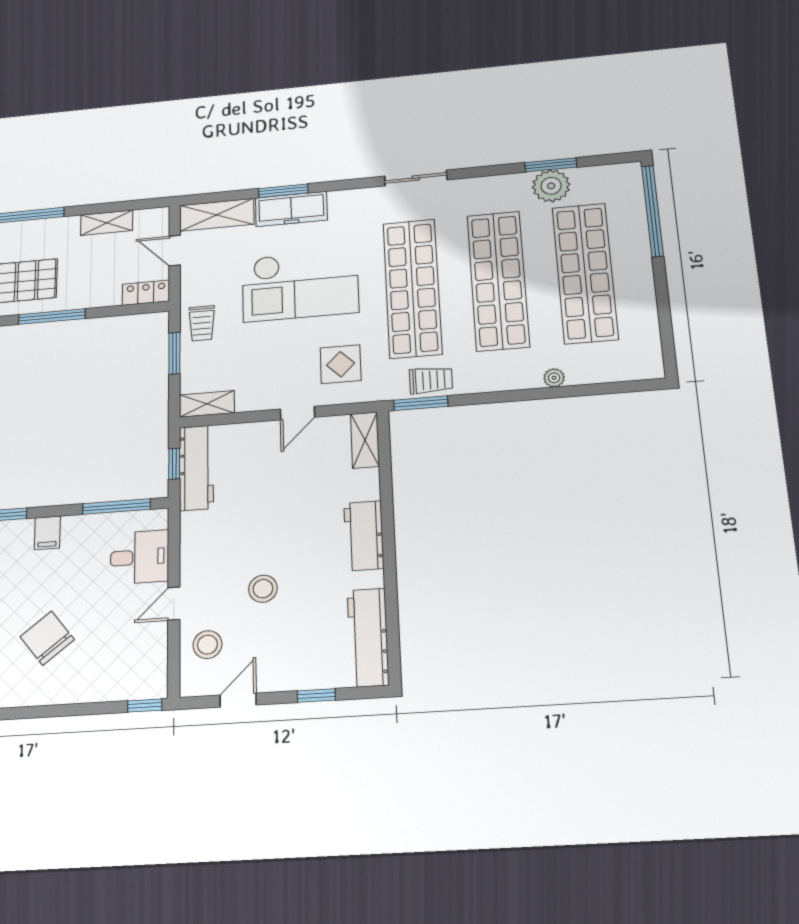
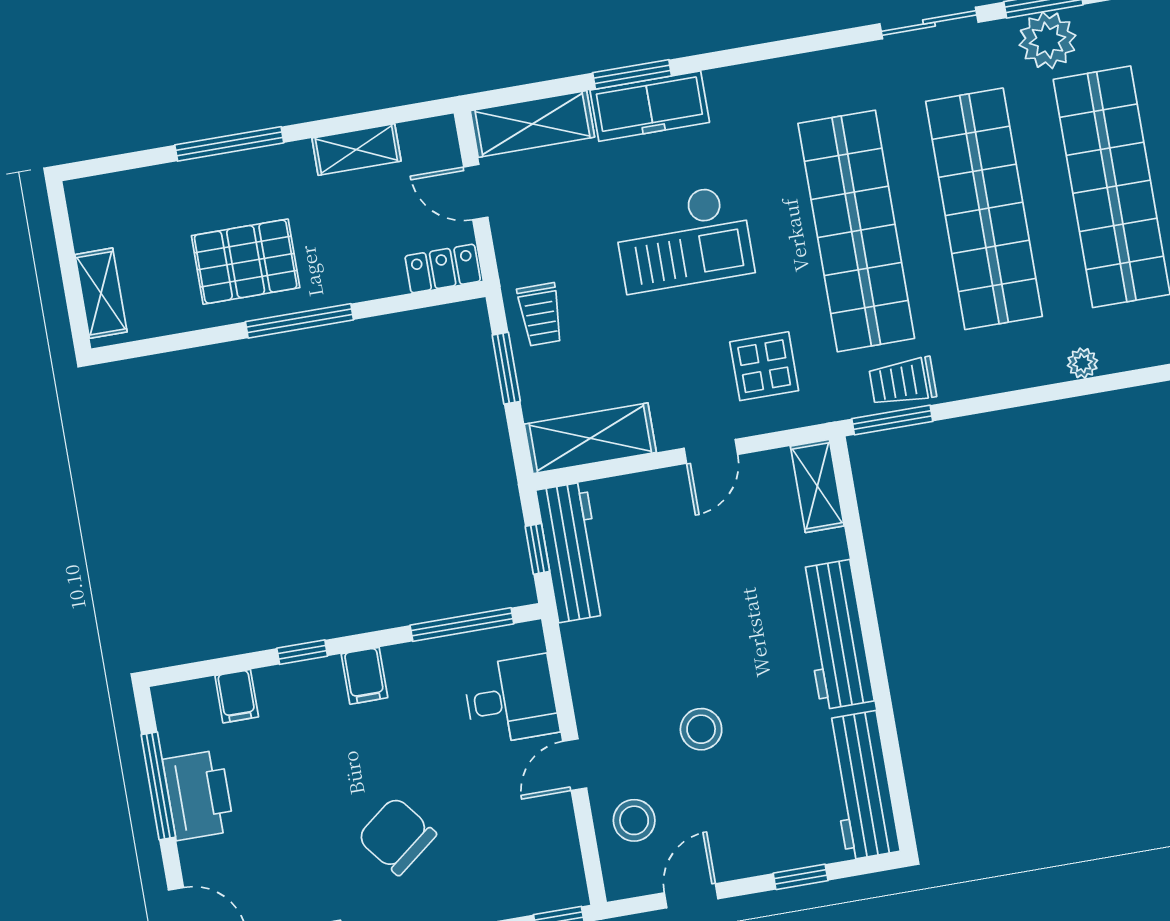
sliding door: (416, 178) -> (929, 23), moved
checkout: (300, 285) -> (683, 238), width x0.73, depth x0.83
trolley: (431, 380) -> (903, 382), turned 180
shelving: (207, 404) -> (590, 438), width x1.50, depth x1.33
workbench: (364, 536) -> (836, 635), width x1.37

